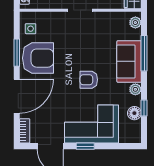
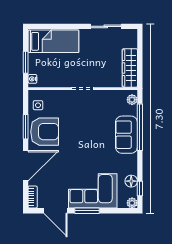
window: (144, 53) -> (140, 127), width x1.46
armchair: (89, 80) -> (90, 151), removed
plant: (135, 89) -> (132, 203), moved
window: (144, 108) -> (140, 189), moved
window: (85, 146) -> (87, 211), width x1.50

